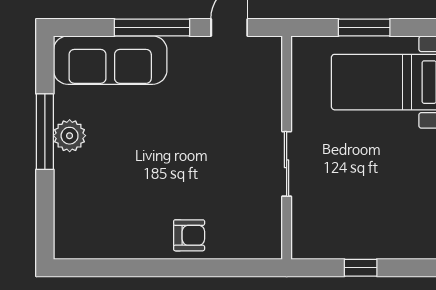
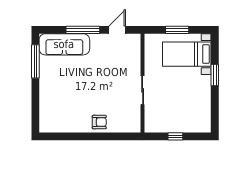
window: (45, 132) -> (35, 61), moved
plant: (70, 136) -> (46, 78), removed

